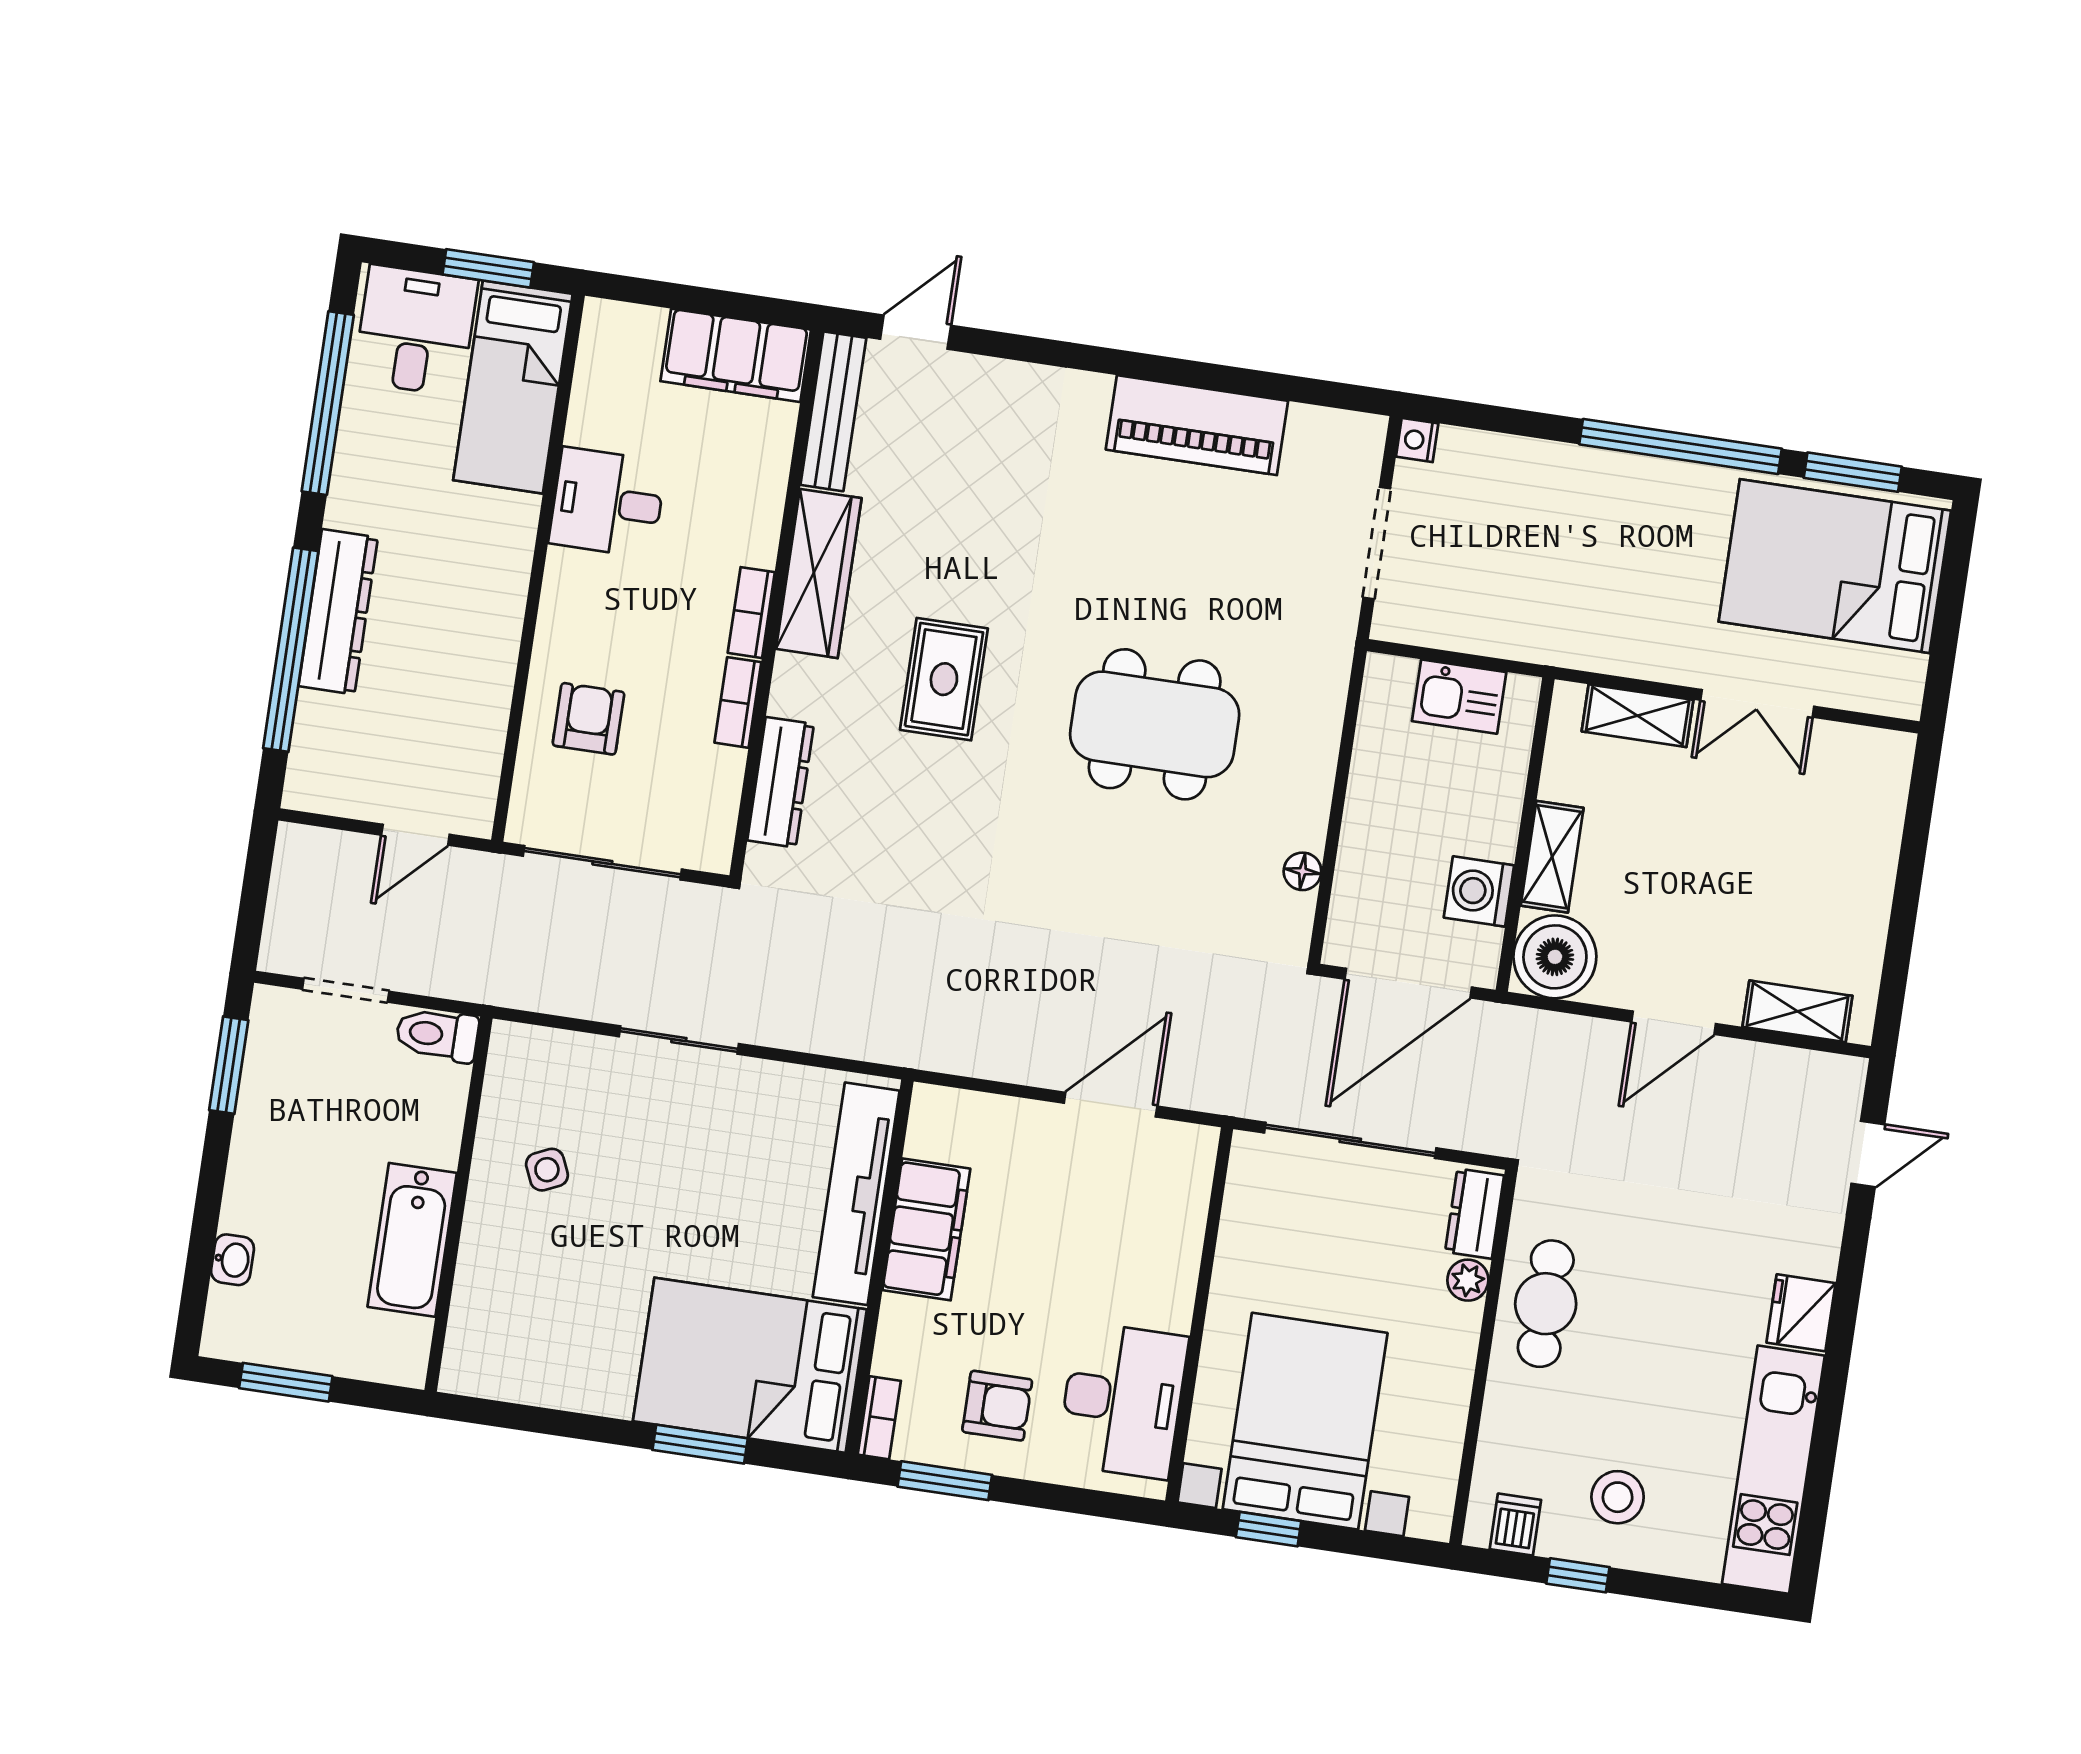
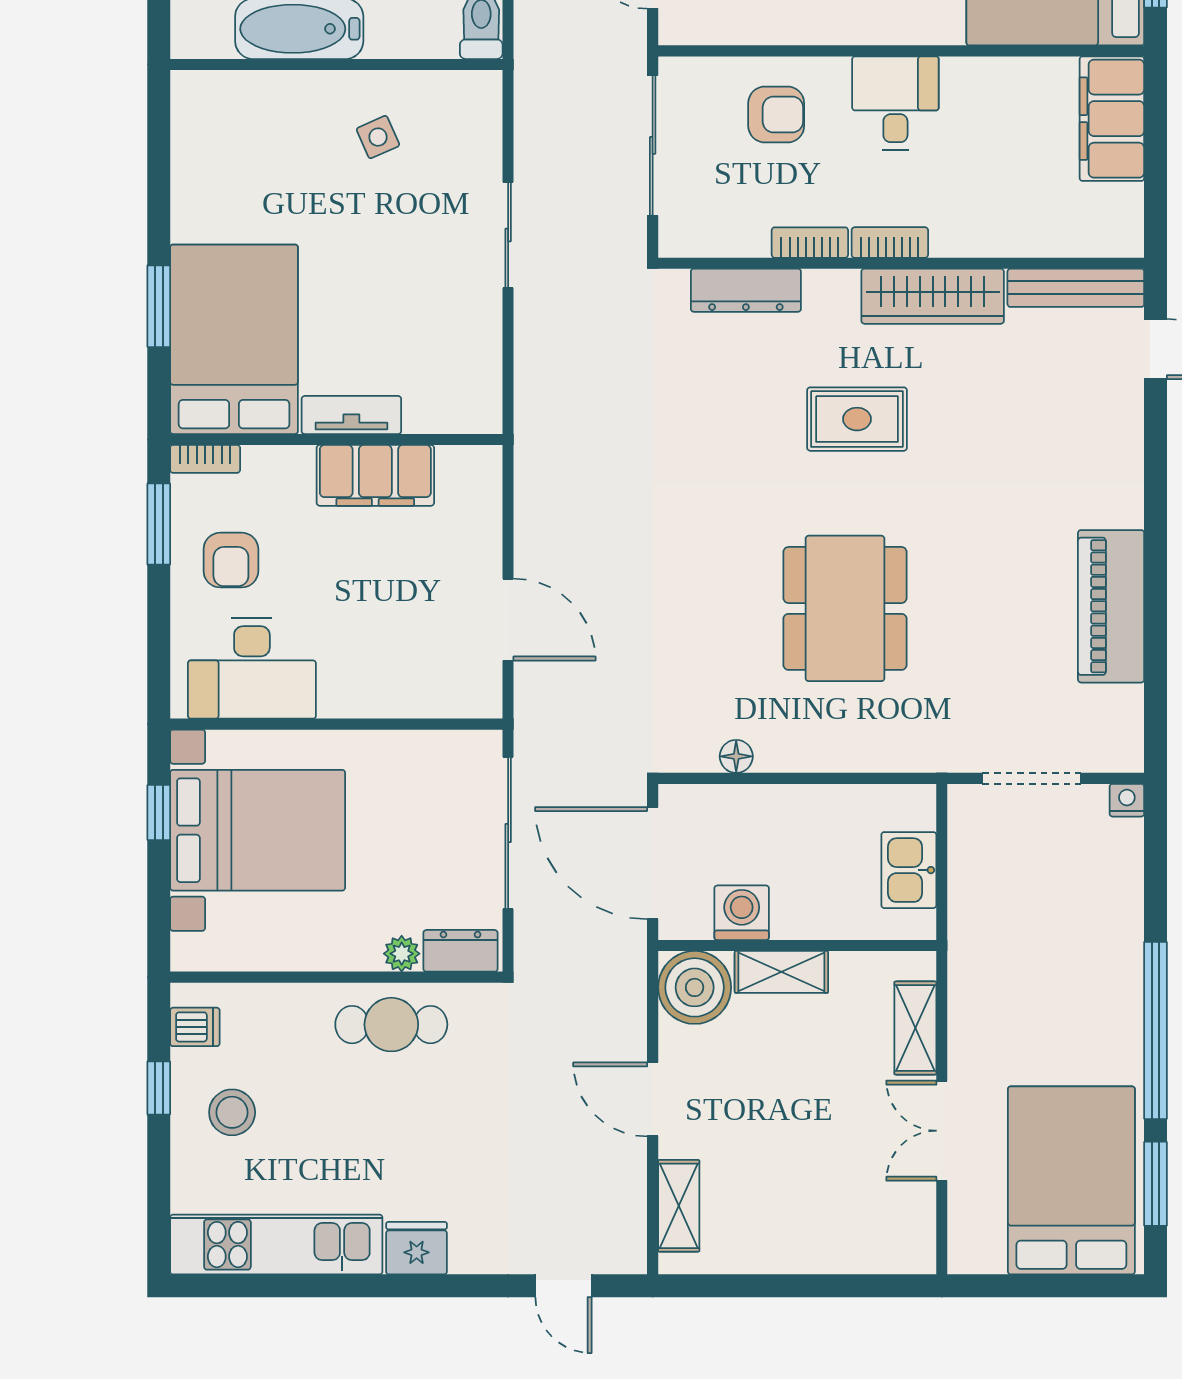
filing cabinet: (736, 355) -> (1112, 119), moved
desk: (608, 502) -> (895, 103), moved
tv unit: (856, 1194) -> (351, 415), width x0.52, depth x0.78

